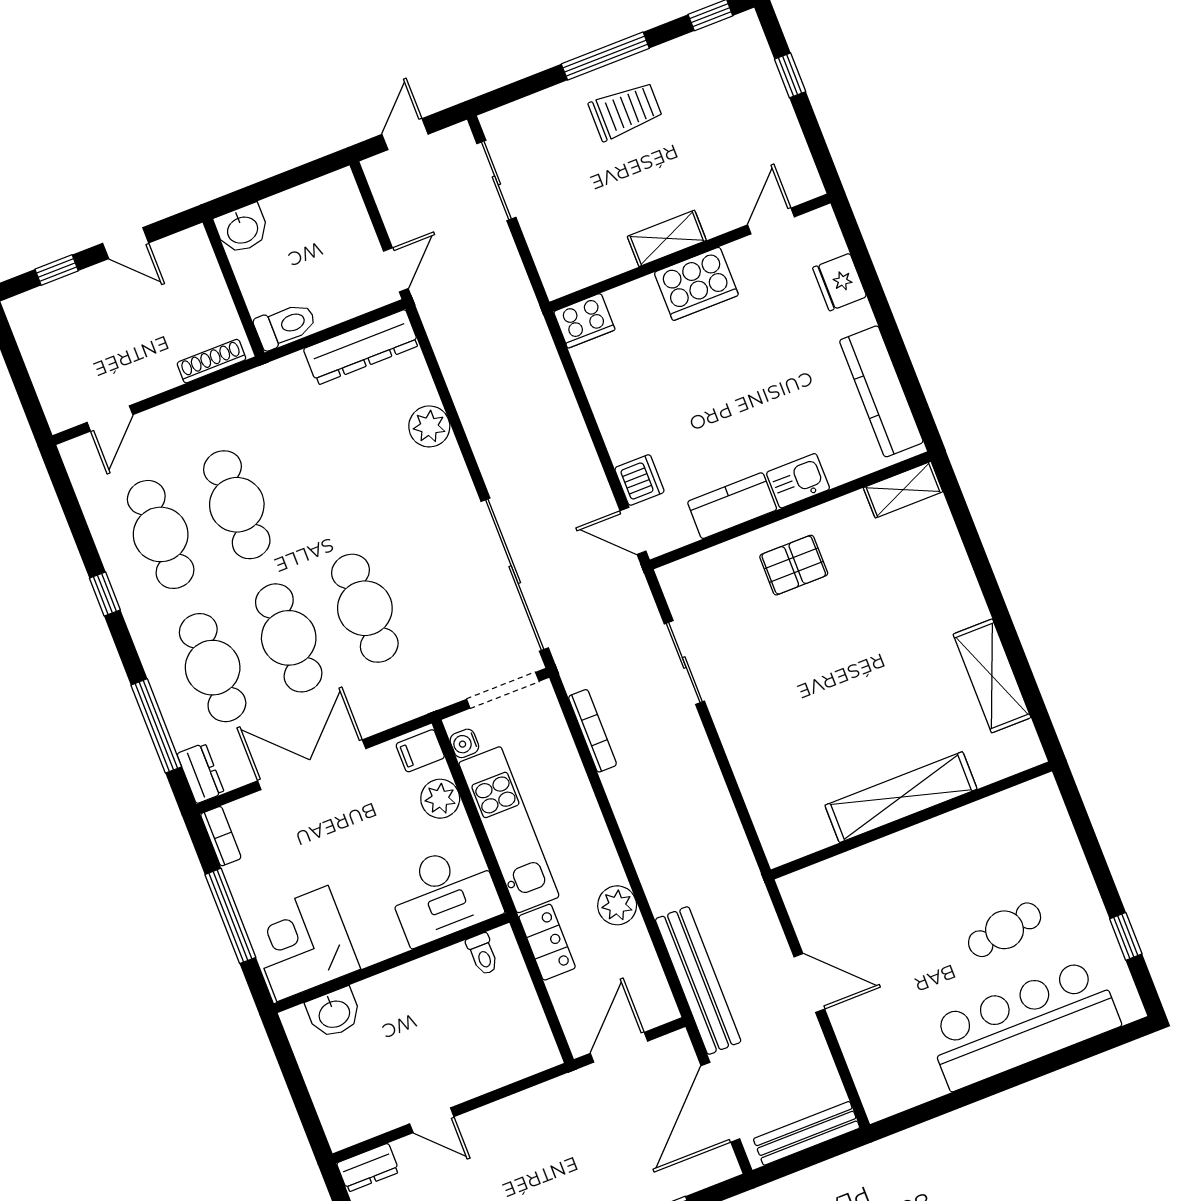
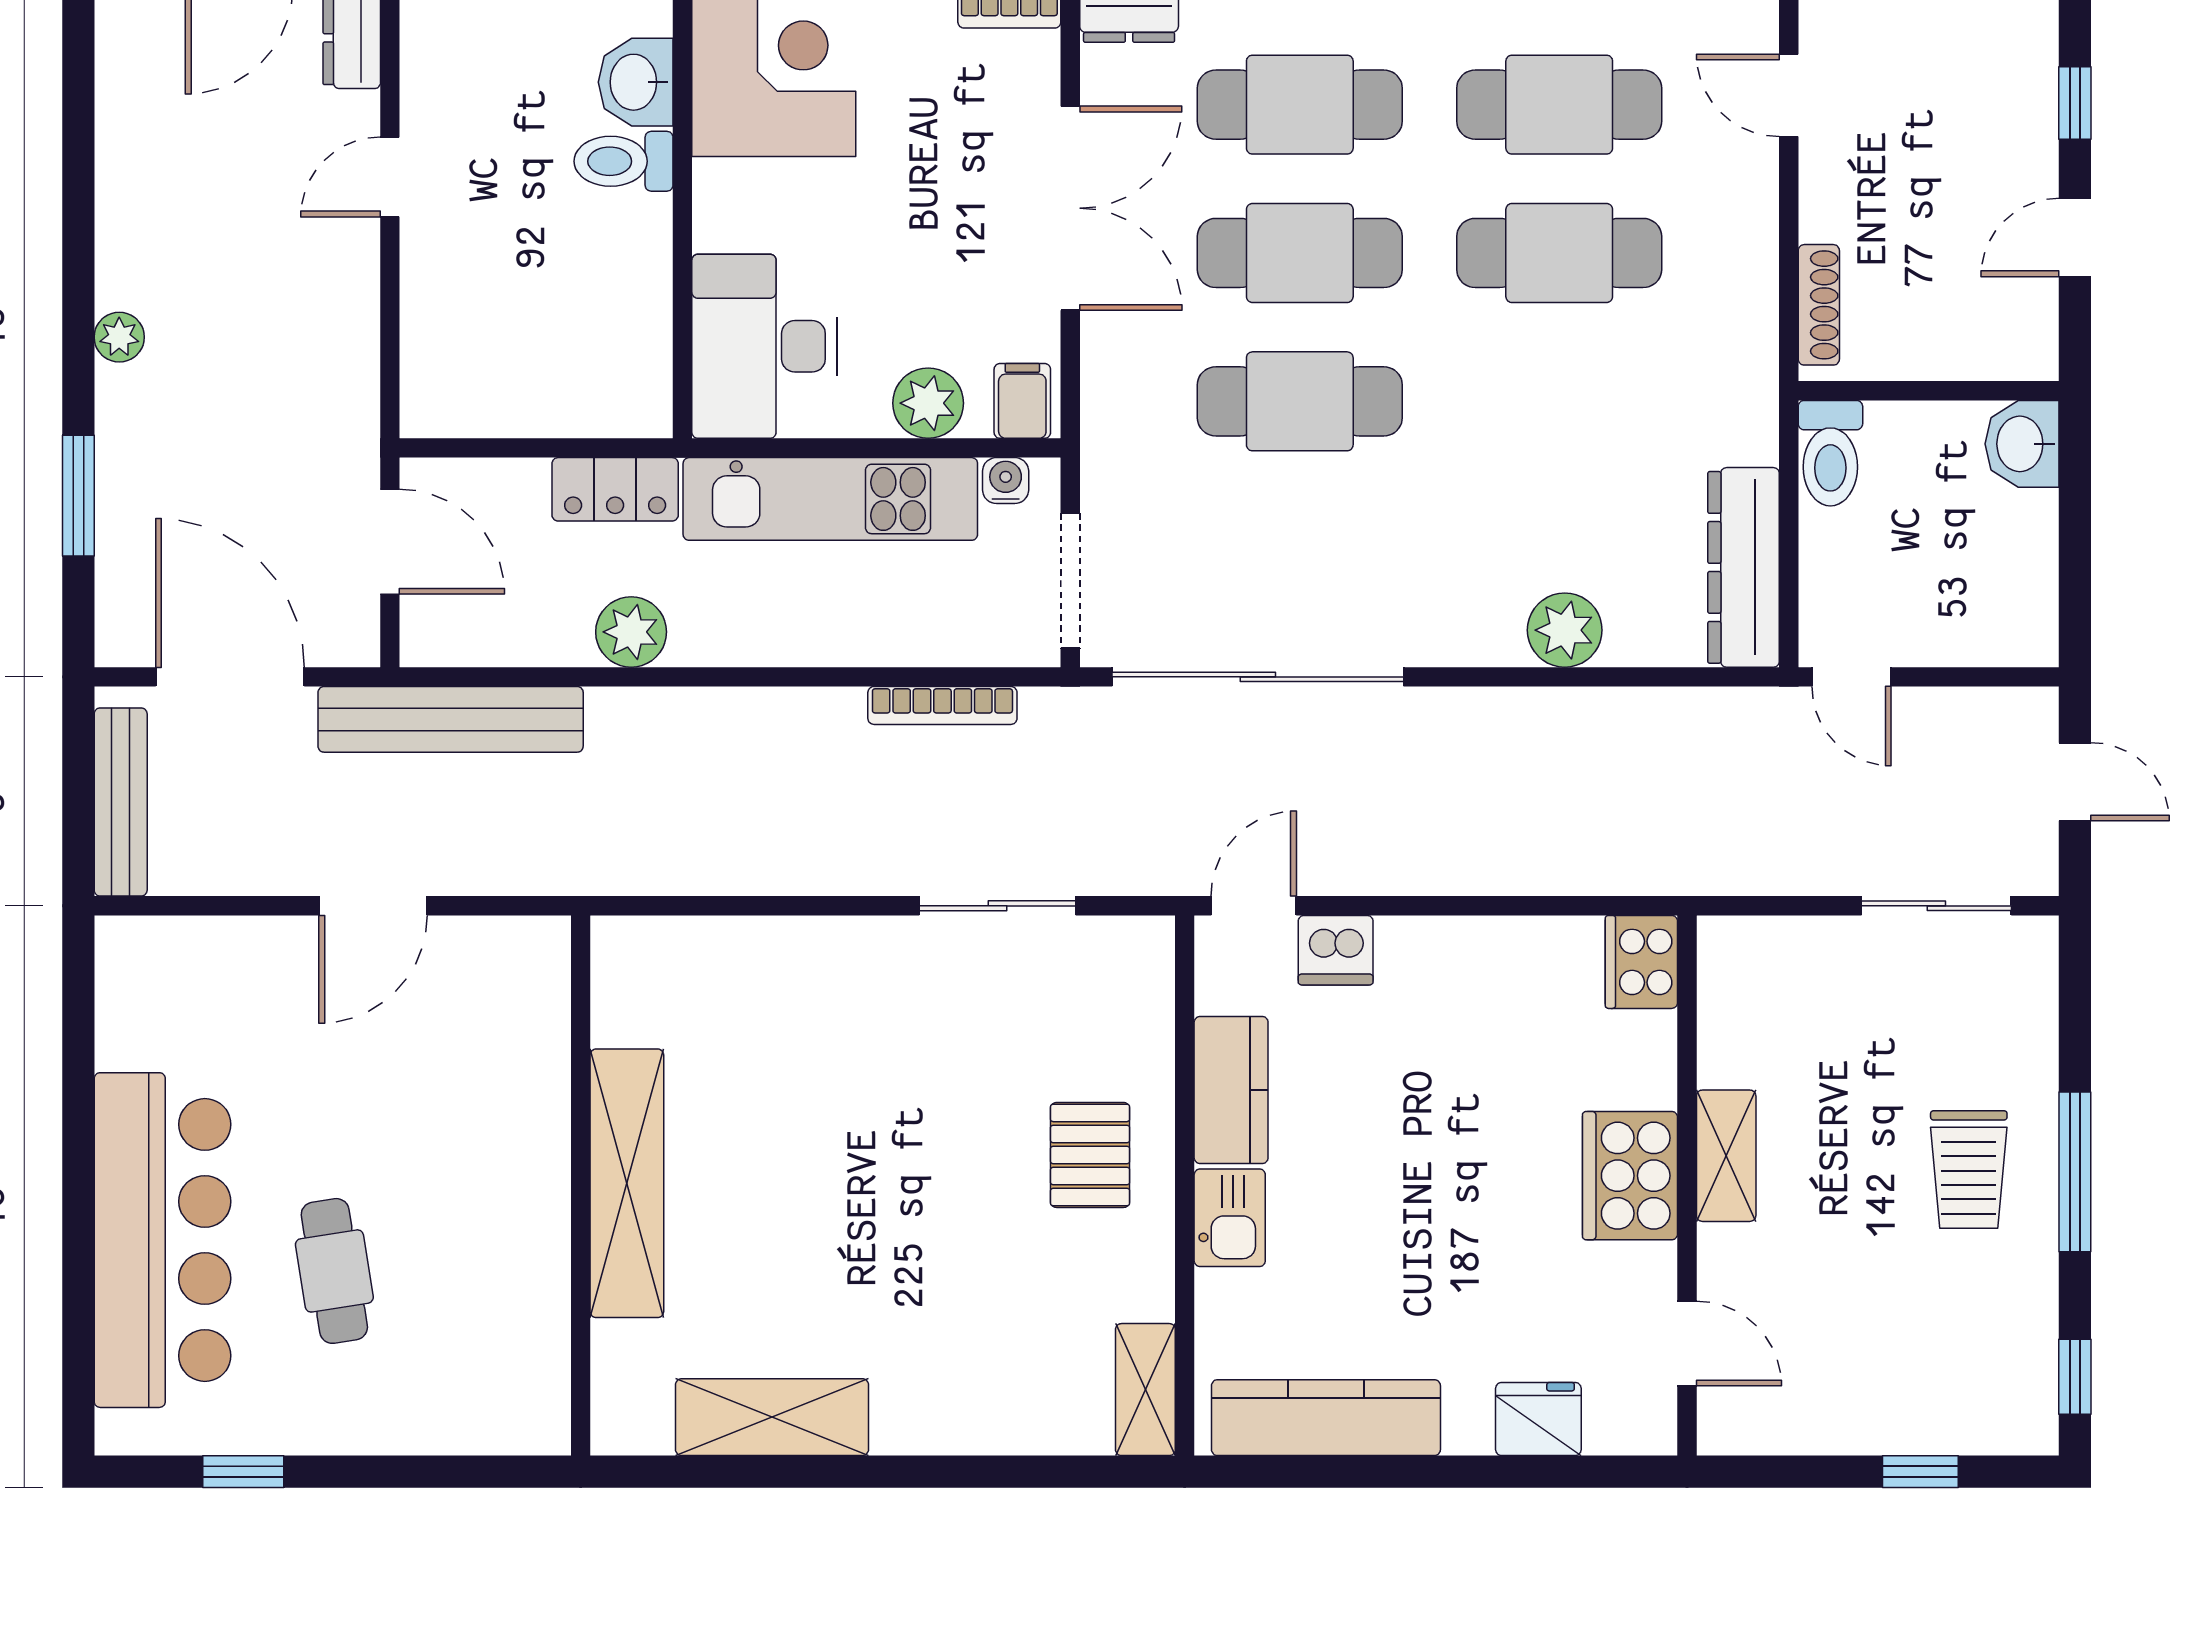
toilet: (483, 954) -> (623, 161), moved, width x1.37, depth x1.39

